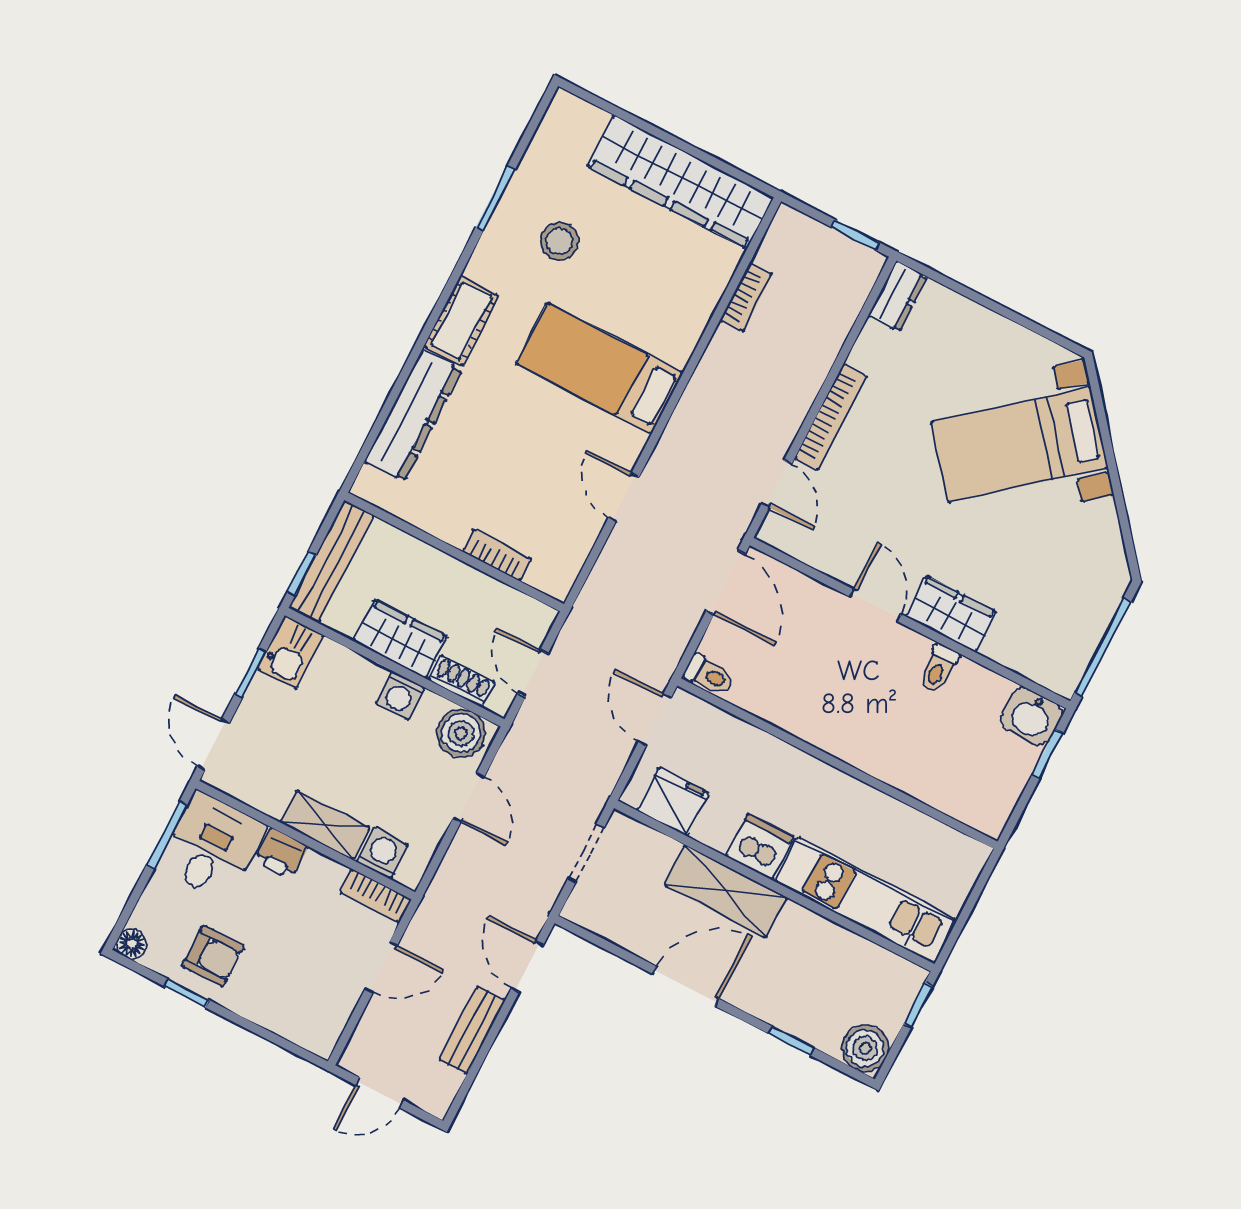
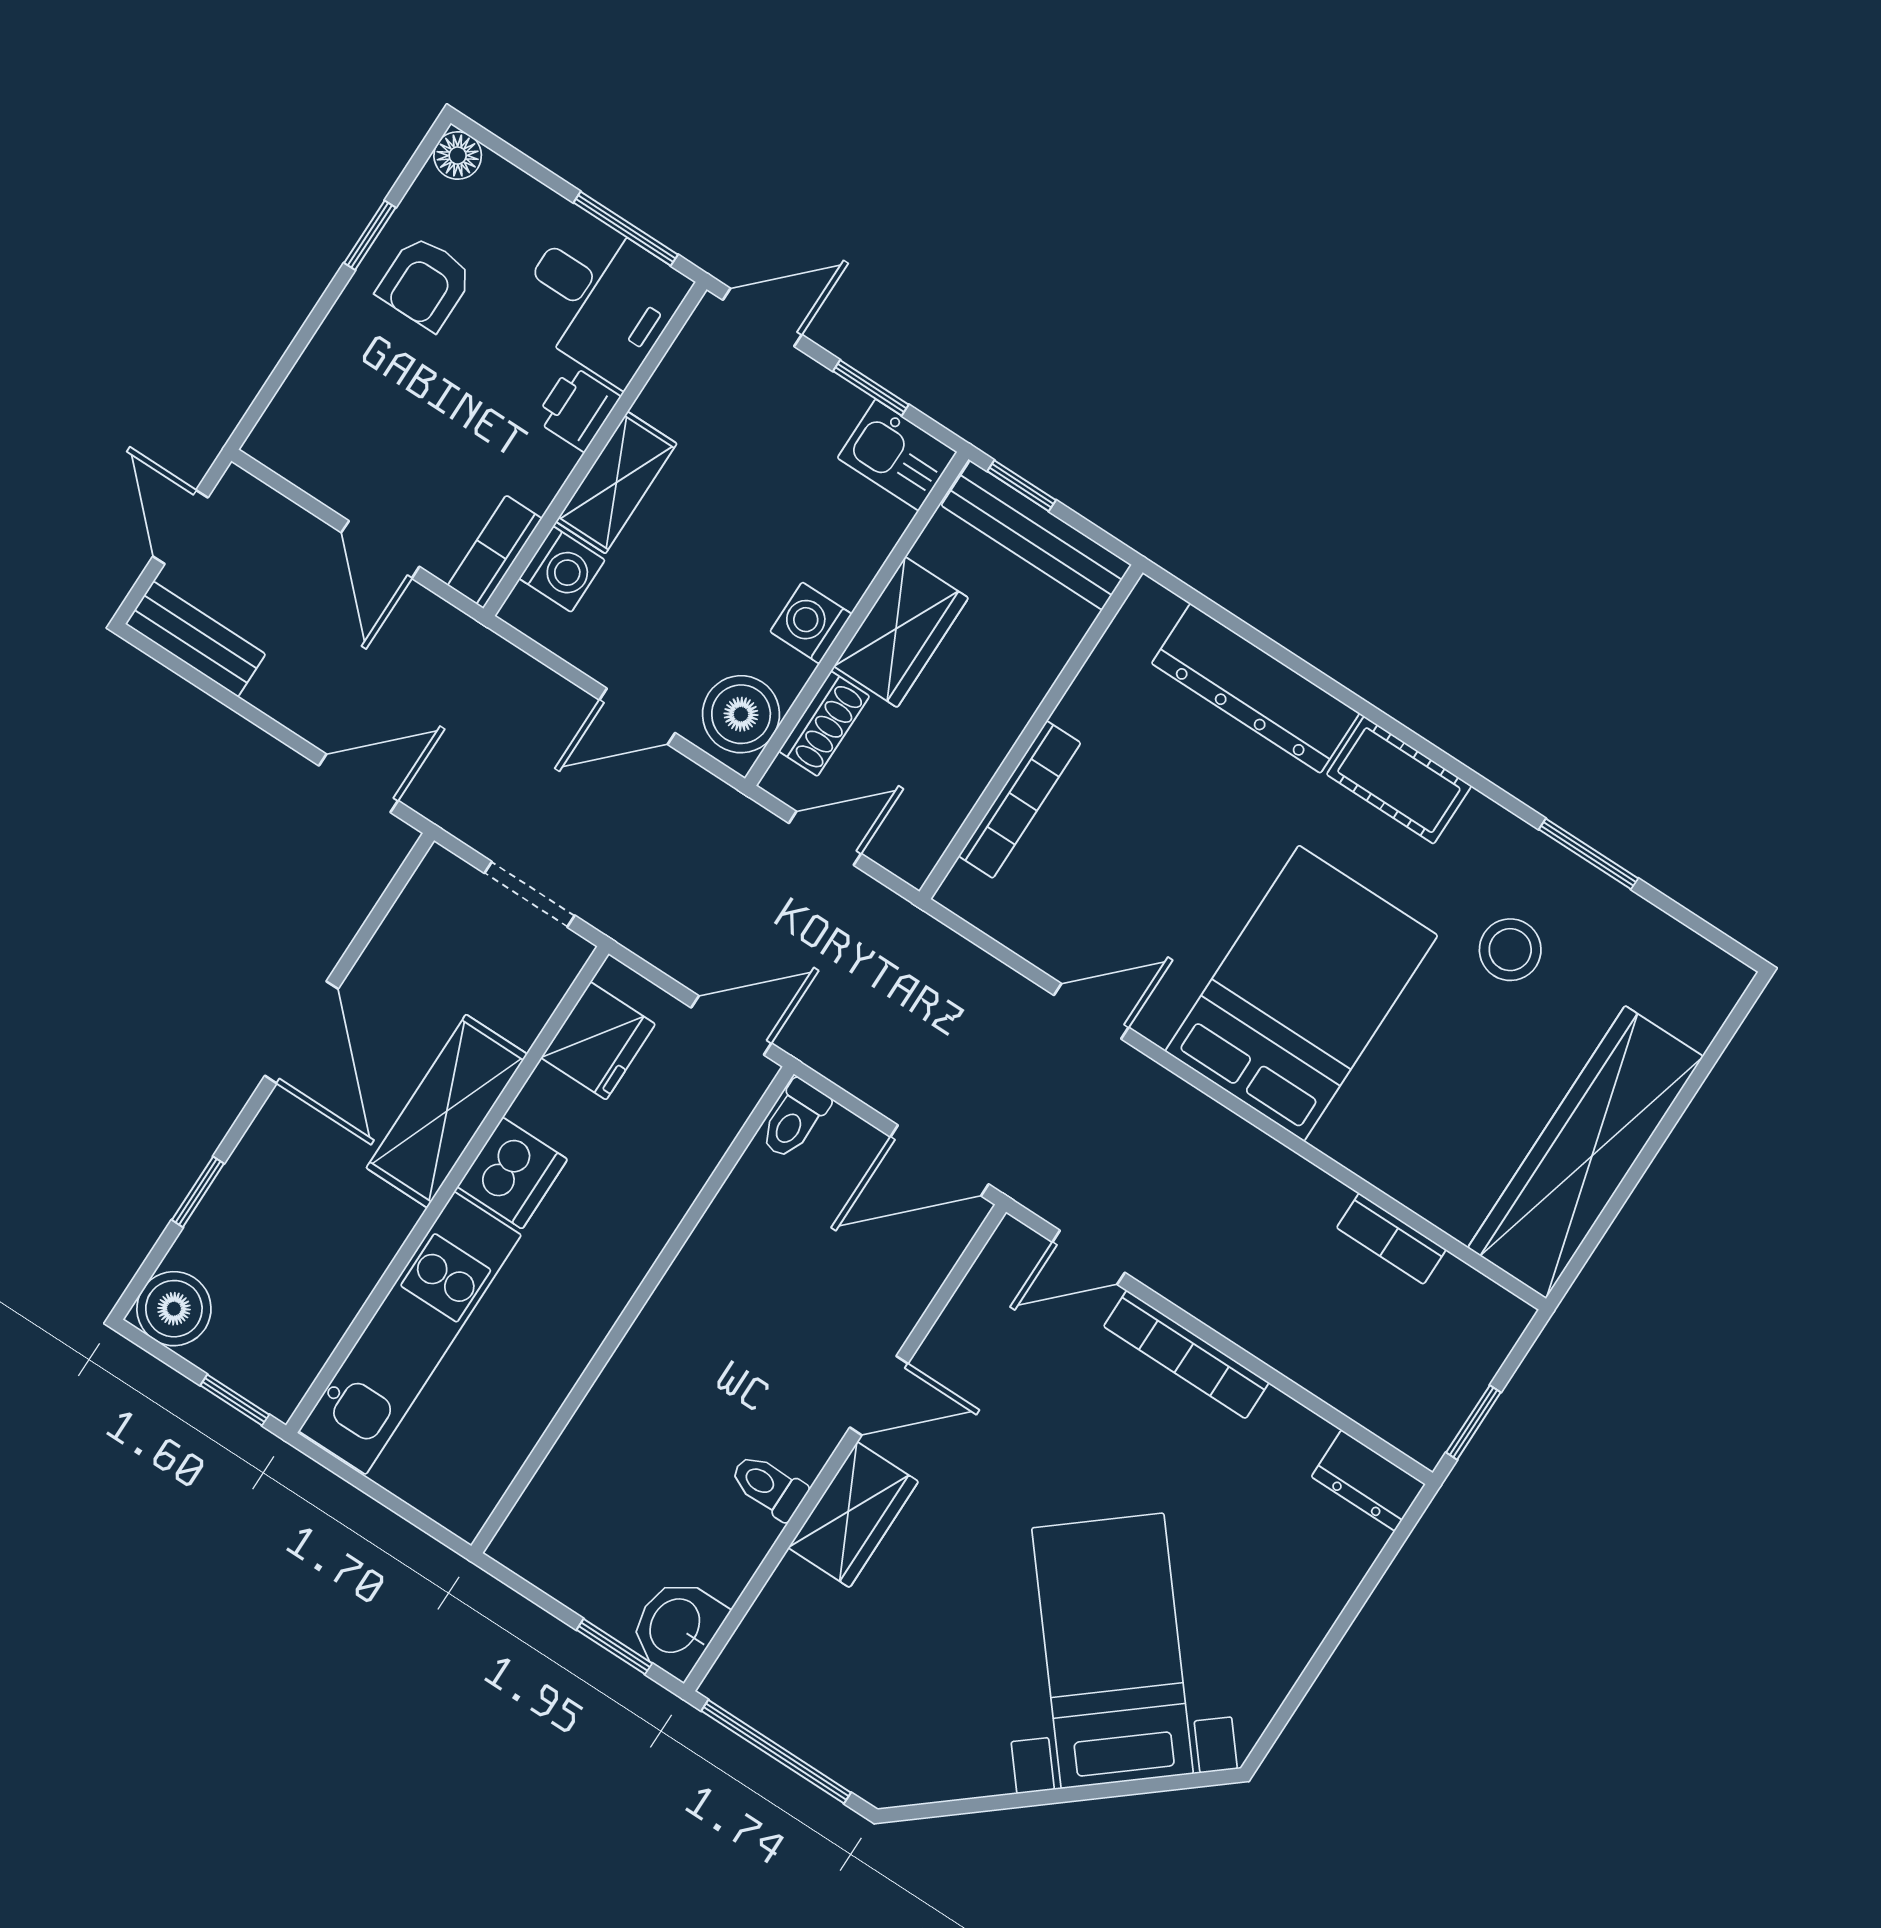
bed: (600, 368) -> (1301, 993), width x1.50
bookcase: (497, 555) -> (1020, 799), width x1.56
bench: (472, 1030) -> (195, 639), moved

